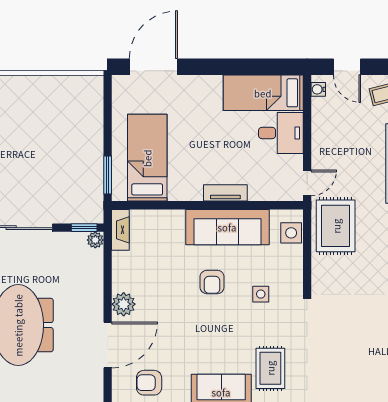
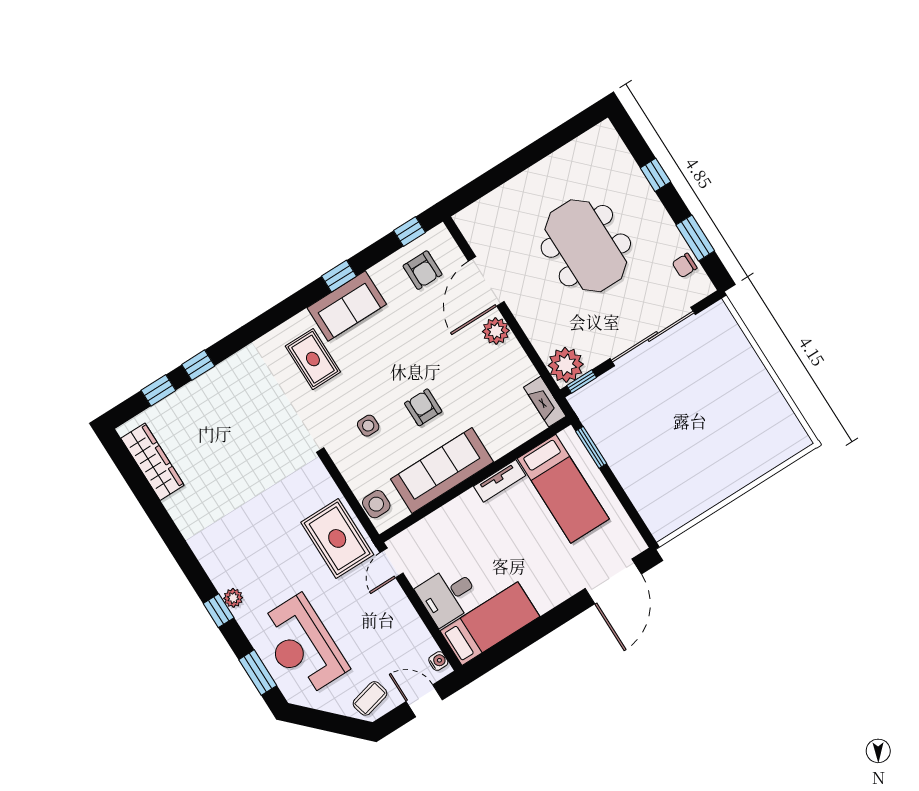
tv unit: (225, 193) -> (500, 481), moved
plant: (95, 240) -> (566, 365), width x1.87, depth x1.87
armchair: (149, 383) -> (423, 270), turned 90

